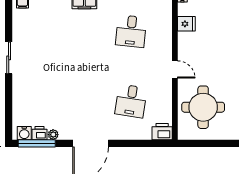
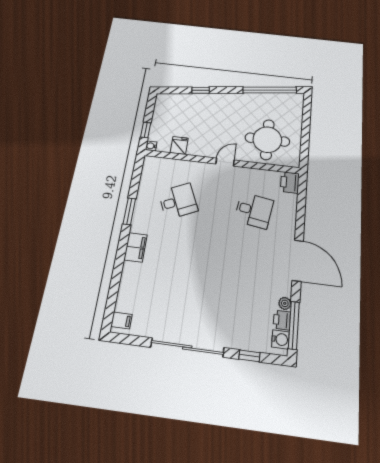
desk: (131, 31) -> (178, 201), turned -30
sliding door: (9, 58) -> (187, 347), width x1.86
window: (9, 109) -> (249, 356), added

